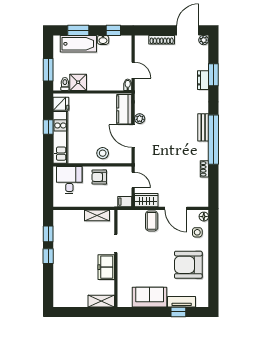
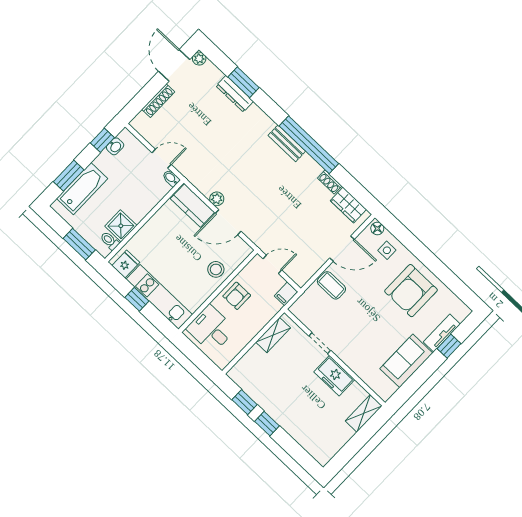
washbasin: (103, 40) -> (115, 146), moved
dresser: (203, 80) -> (235, 94), width x1.44
wardrobe: (146, 200) -> (348, 205), moved, turned -90

